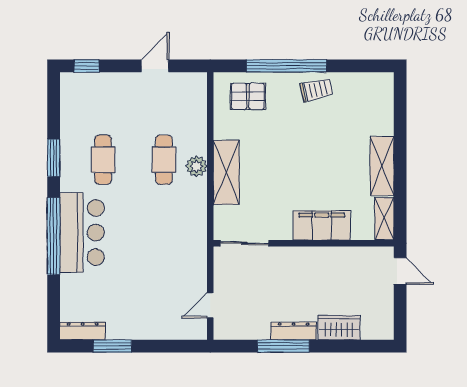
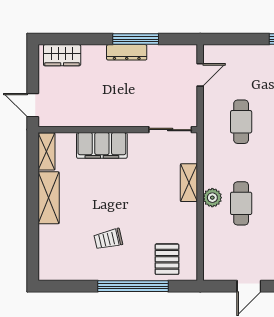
trolley: (316, 90) -> (108, 239), moved
pallet: (248, 96) -> (167, 259), turned 90
shelving: (226, 172) -> (189, 183), width x0.67, depth x0.75
cafe table: (164, 252) -> (241, 122), added
wardrobe: (339, 328) -> (62, 55), moved

